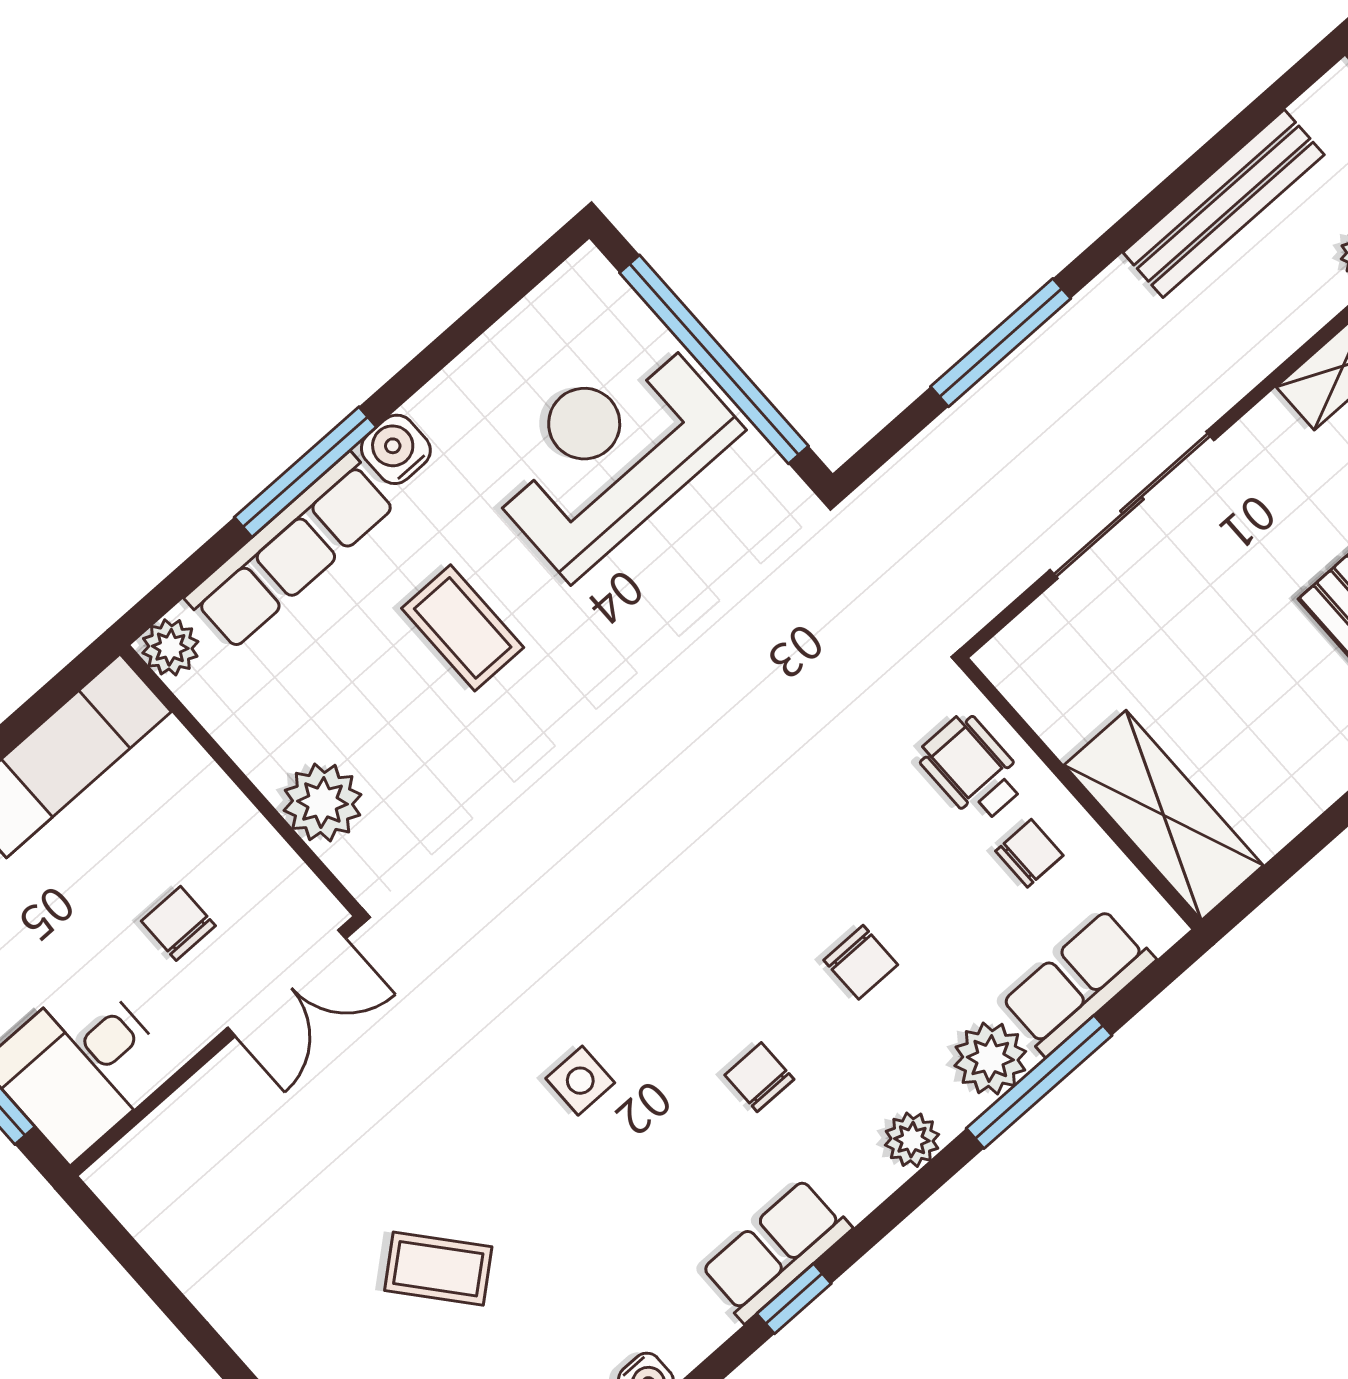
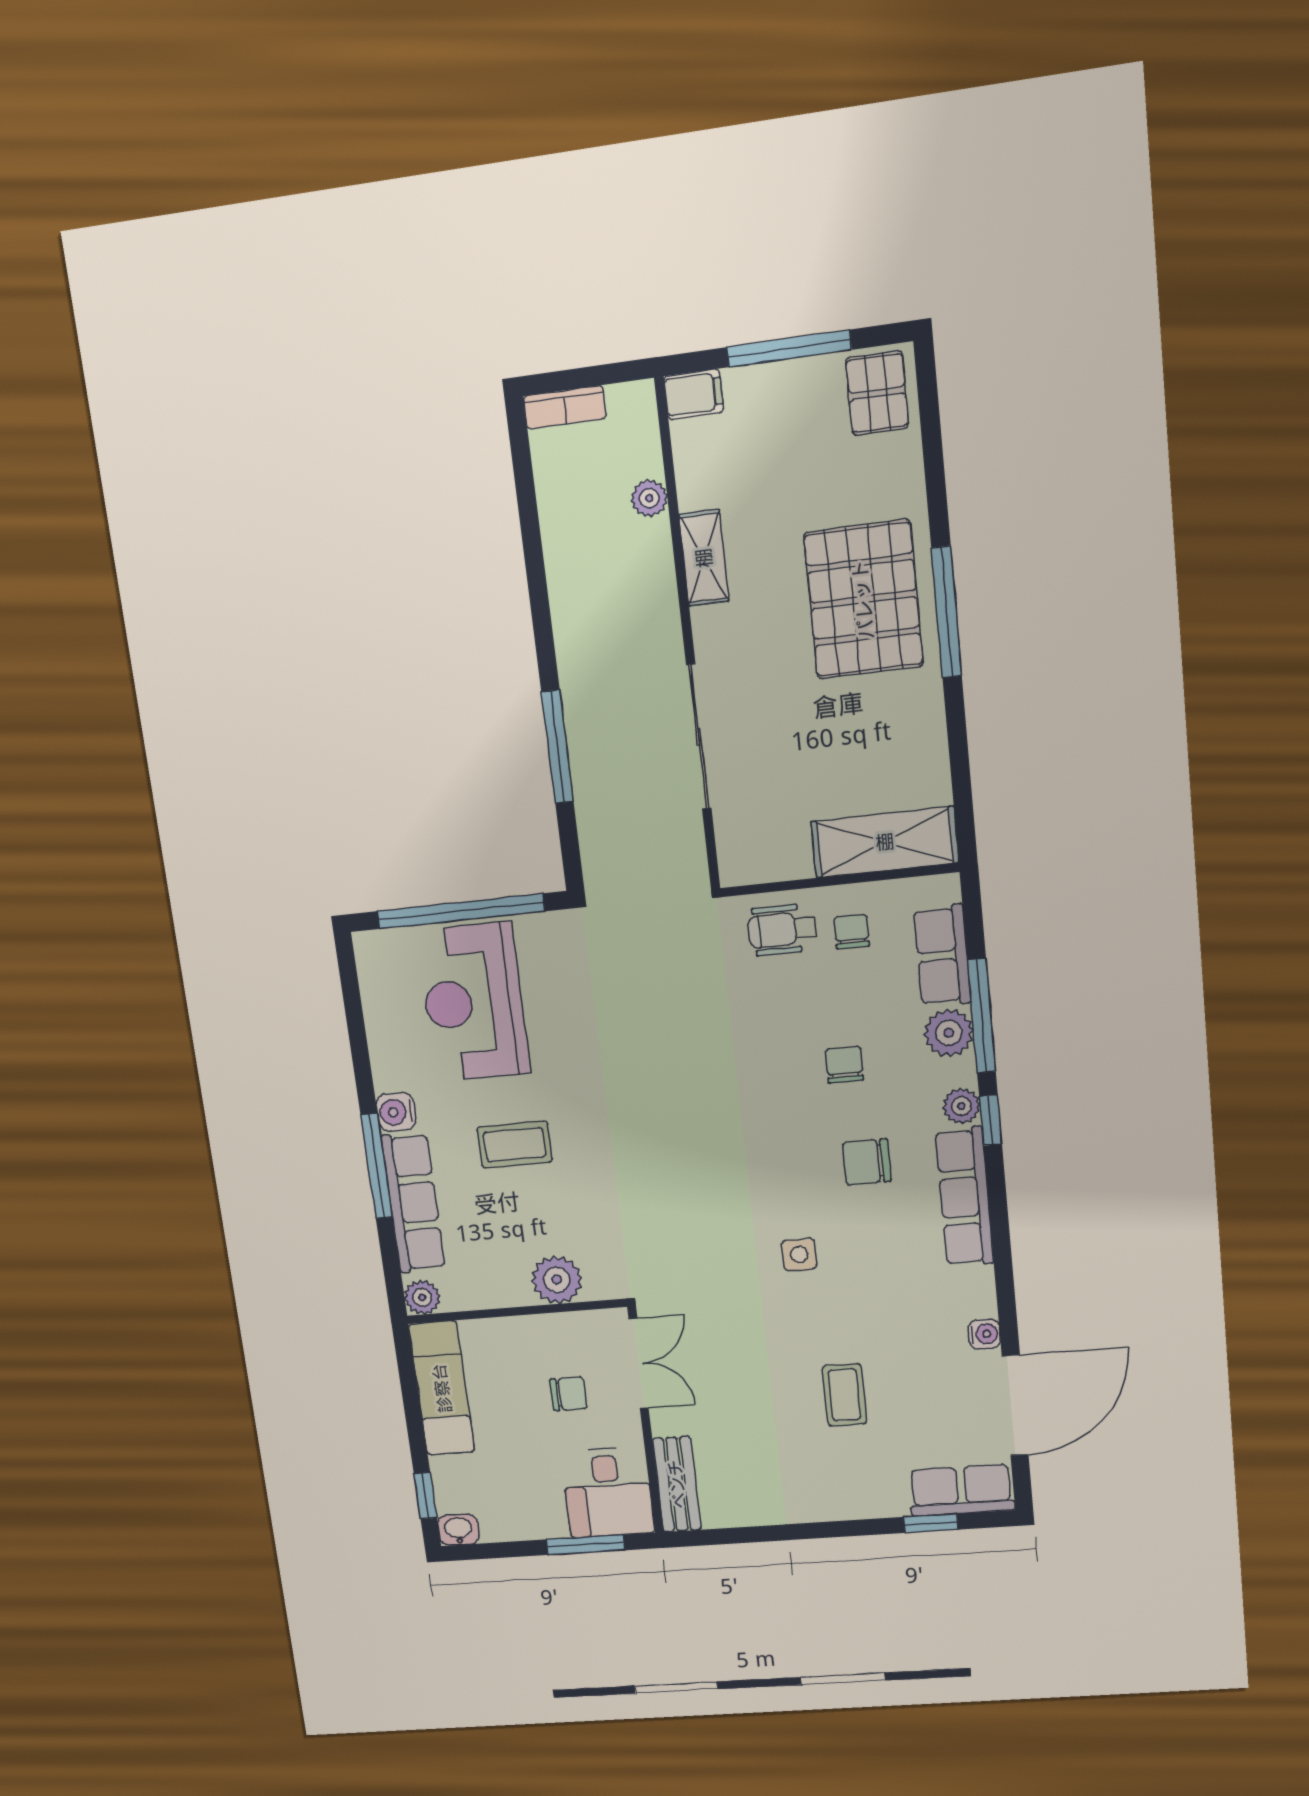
bench: (1224, 204) -> (677, 1484), moved, width x0.73
chair: (178, 923) -> (569, 1394), turned 180
chair: (861, 962) -> (844, 1065), turned -90
chair: (759, 1077) -> (867, 1162), width x1.37, depth x1.37
row of seats: (776, 1250) -> (965, 1197), width x1.48
coffee table: (438, 1269) -> (845, 1395), turned -50
window: (794, 1299) -> (991, 1120), moved

